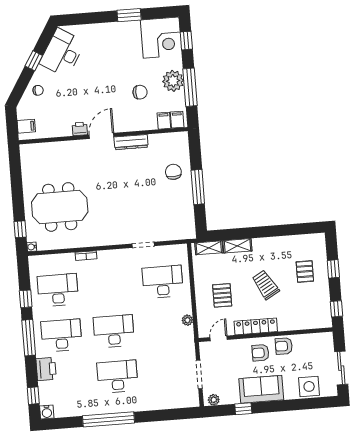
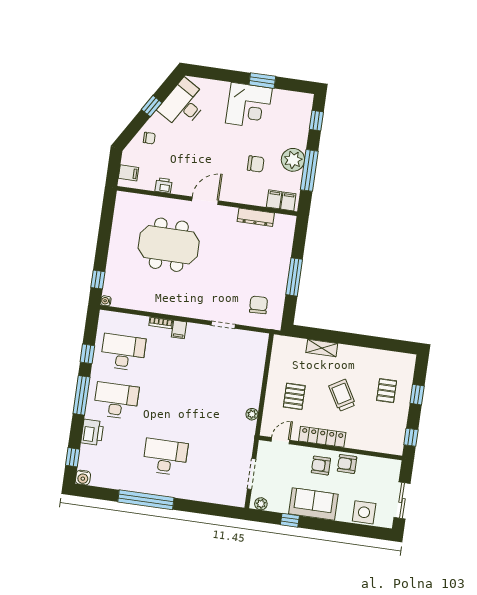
corner desk: (161, 38) -> (249, 106), moved
printer: (80, 129) -> (164, 185), moved
dresser: (131, 142) -> (256, 217), moved
chair: (173, 172) -> (259, 305), moved
meeting table: (60, 207) -> (169, 245), moved
shelving: (209, 248) -> (291, 343), removed
filing cabinet: (104, 258) -> (179, 329), added
desk: (163, 282) -> (235, 368), removed
desk: (114, 331) -> (172, 409), removed

